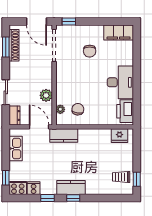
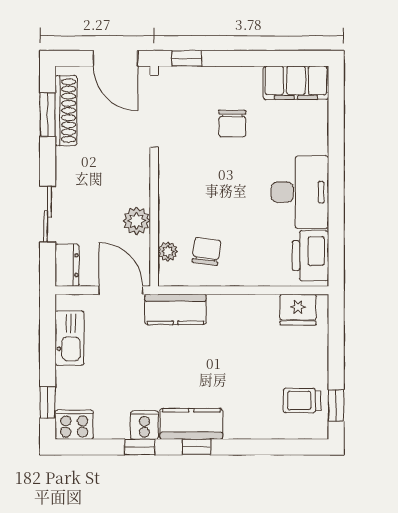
cooker: (34, 188) -> (144, 425), moved

